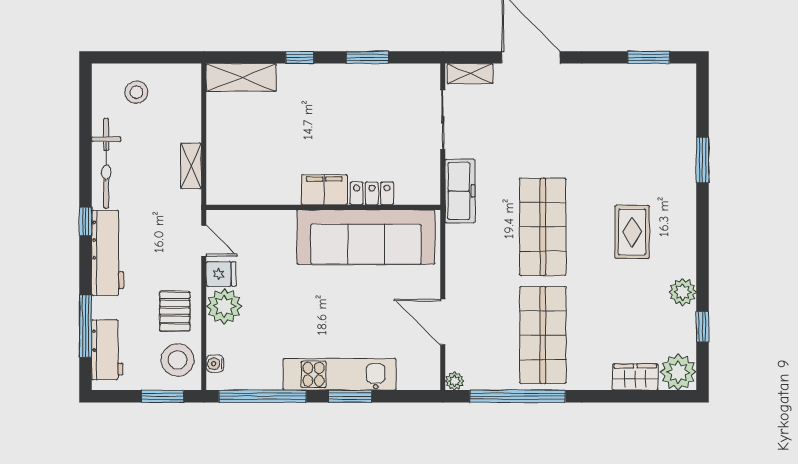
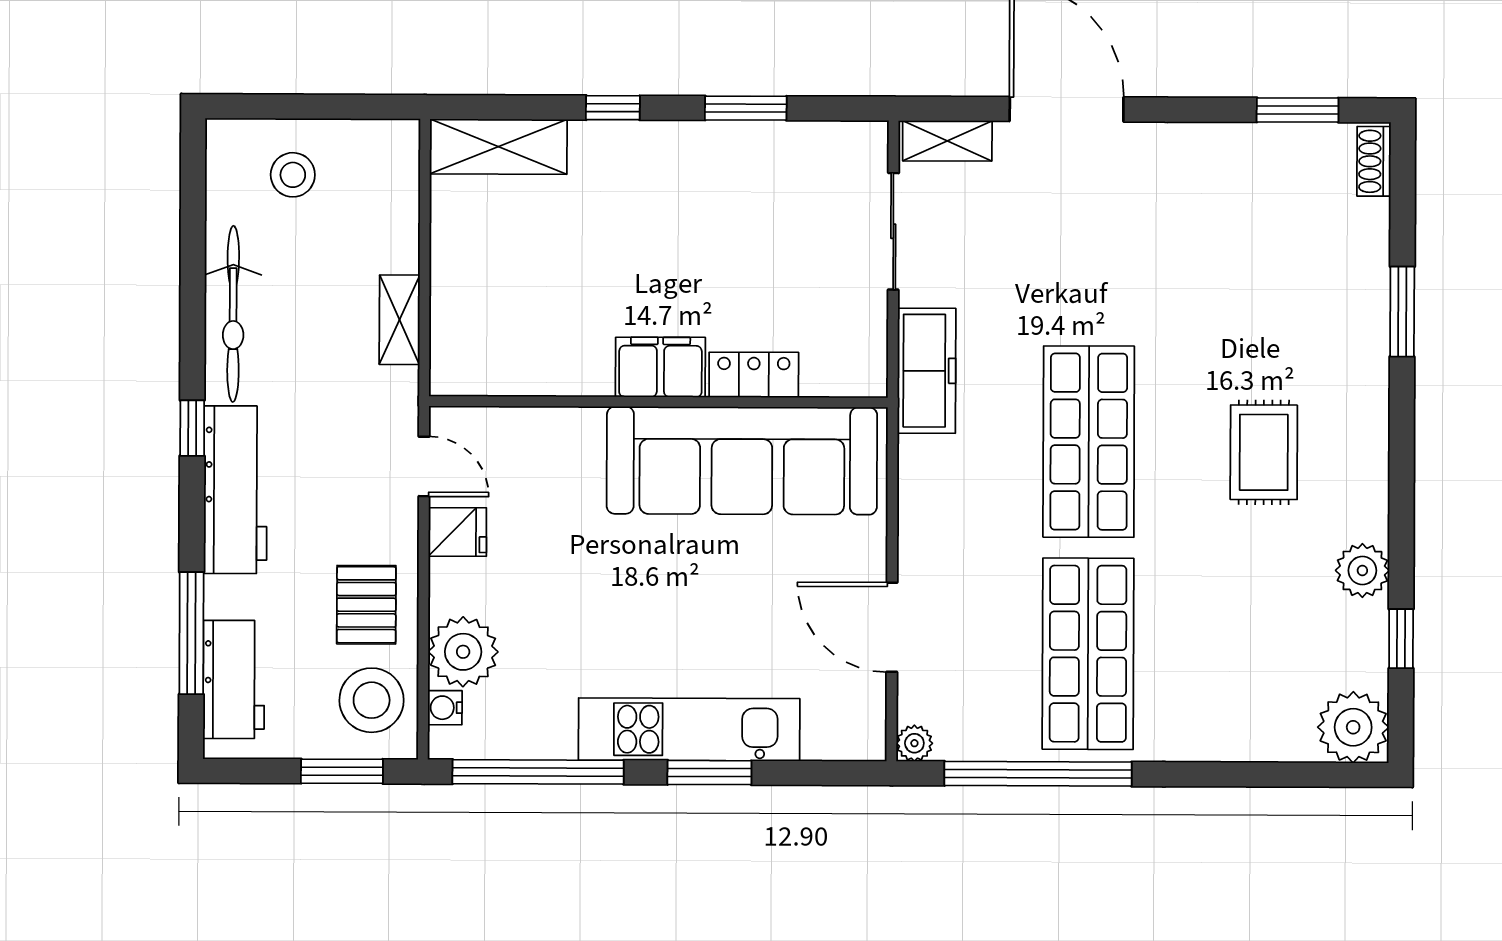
shoe rack: (688, 83) -> (1374, 161), added
plant: (224, 306) -> (463, 652), moved
wardrobe: (635, 377) -> (1269, 737), removed

